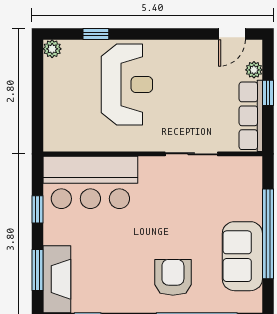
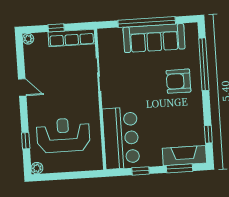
door: (232, 34) -> (22, 87), moved
plant: (254, 70) -> (28, 39), moved
reception desk: (127, 85) -> (63, 135), moved
sofa: (242, 256) -> (154, 38), width x1.36

